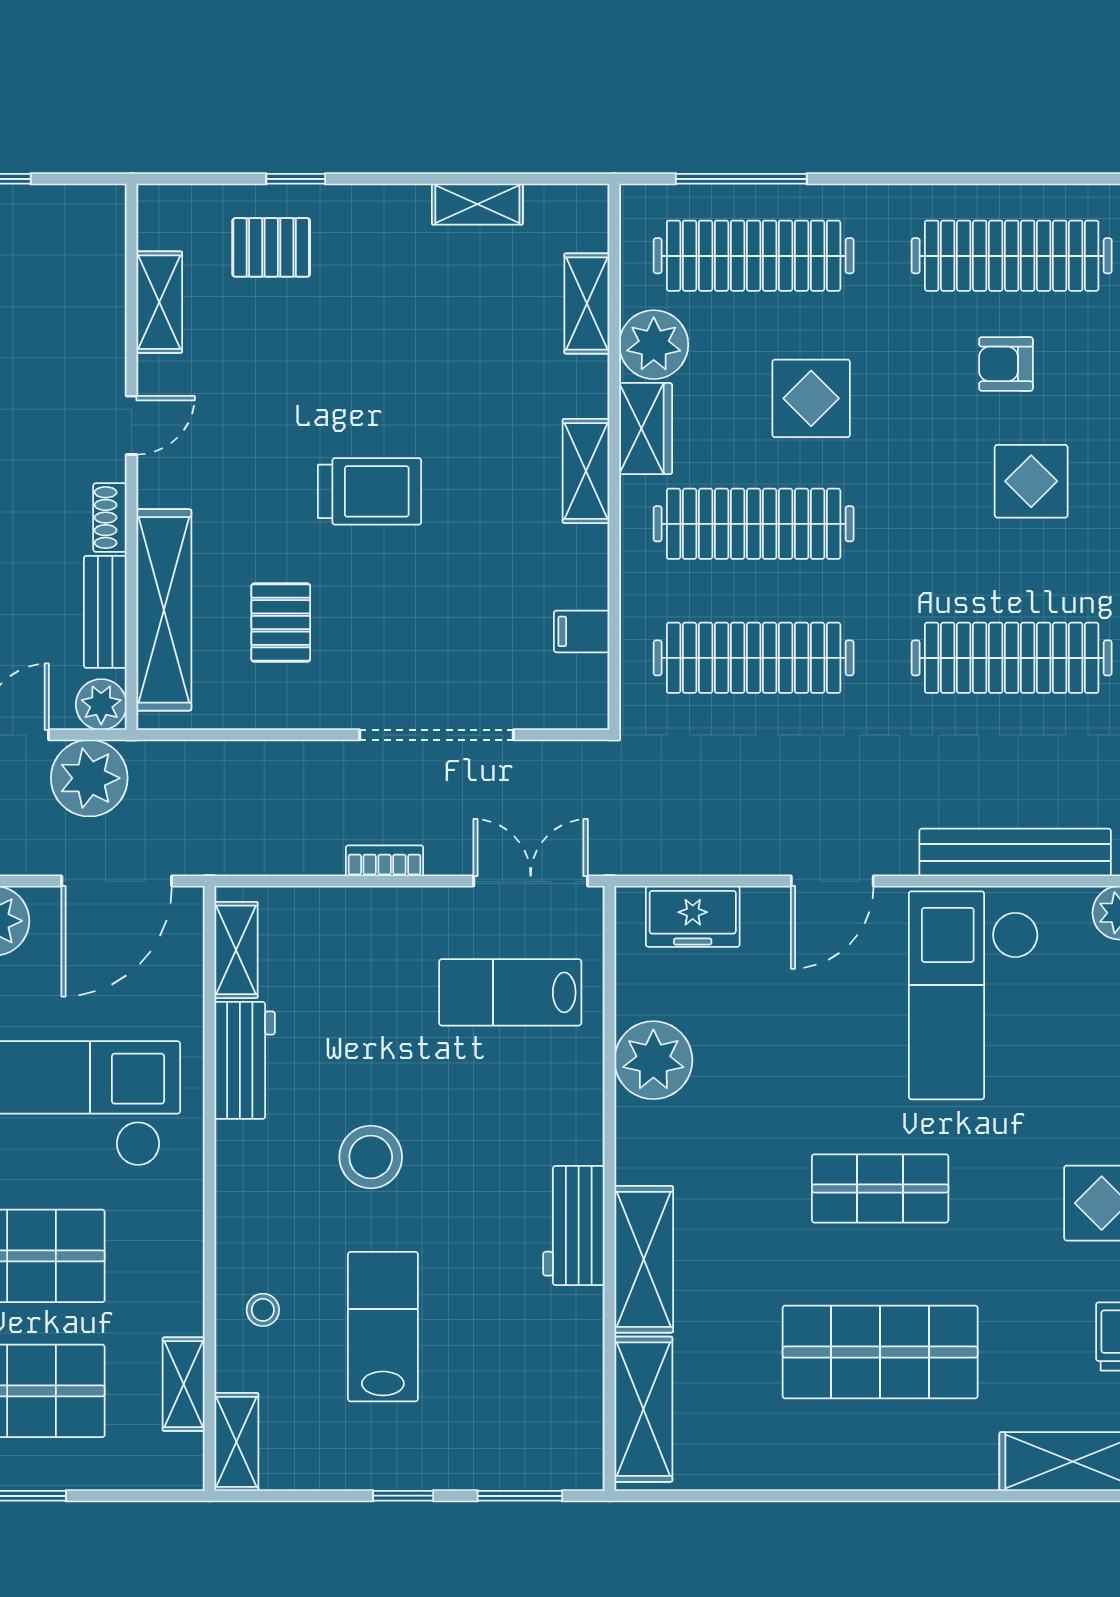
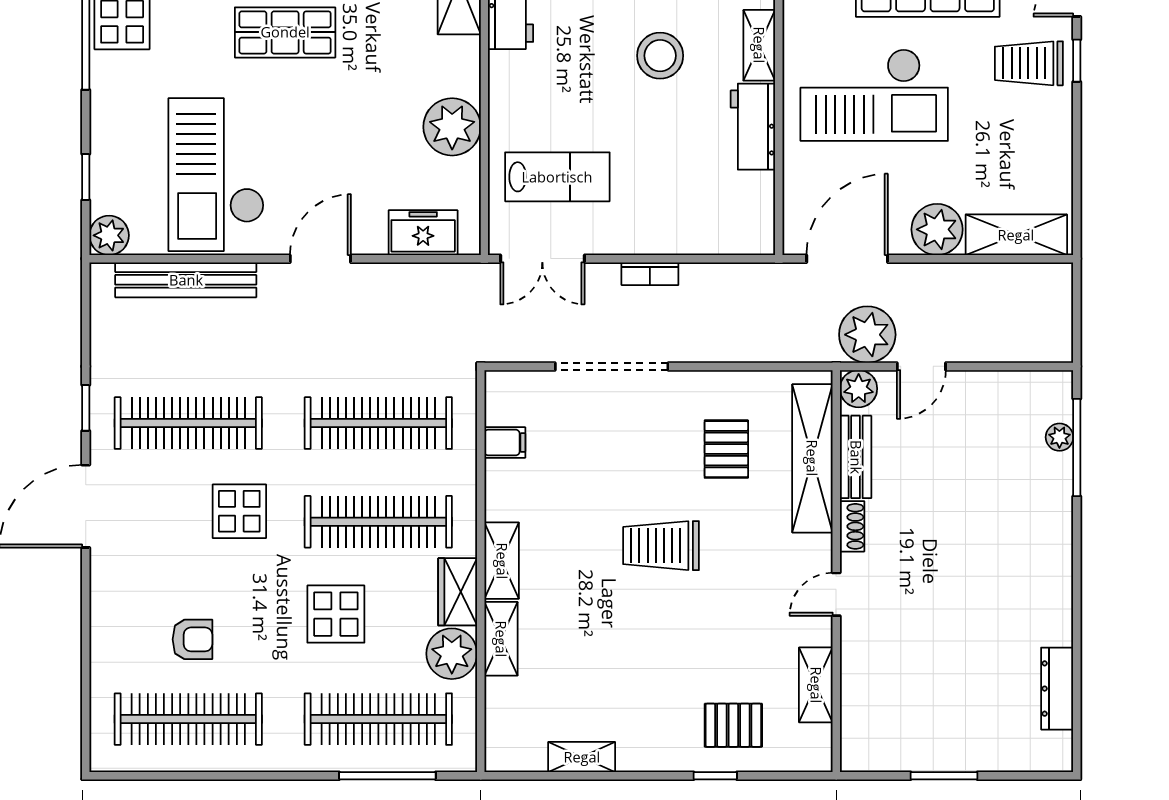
shelving: (587, 304) -> (501, 639), moved
display table: (1031, 481) -> (239, 511), moved
shelving: (236, 950) -> (759, 45), moved
checkout: (974, 995) -> (216, 175), turned 180

